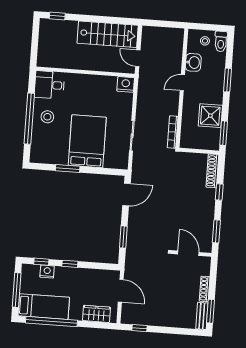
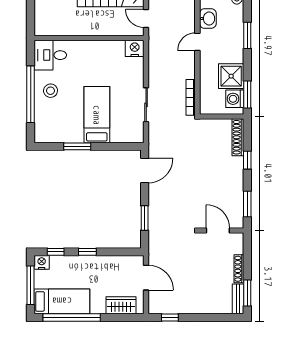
washing machine: (212, 136) -> (235, 99), added
bed: (87, 141) -> (97, 115), width x0.67
nightstand: (47, 272) -> (42, 262), moved

